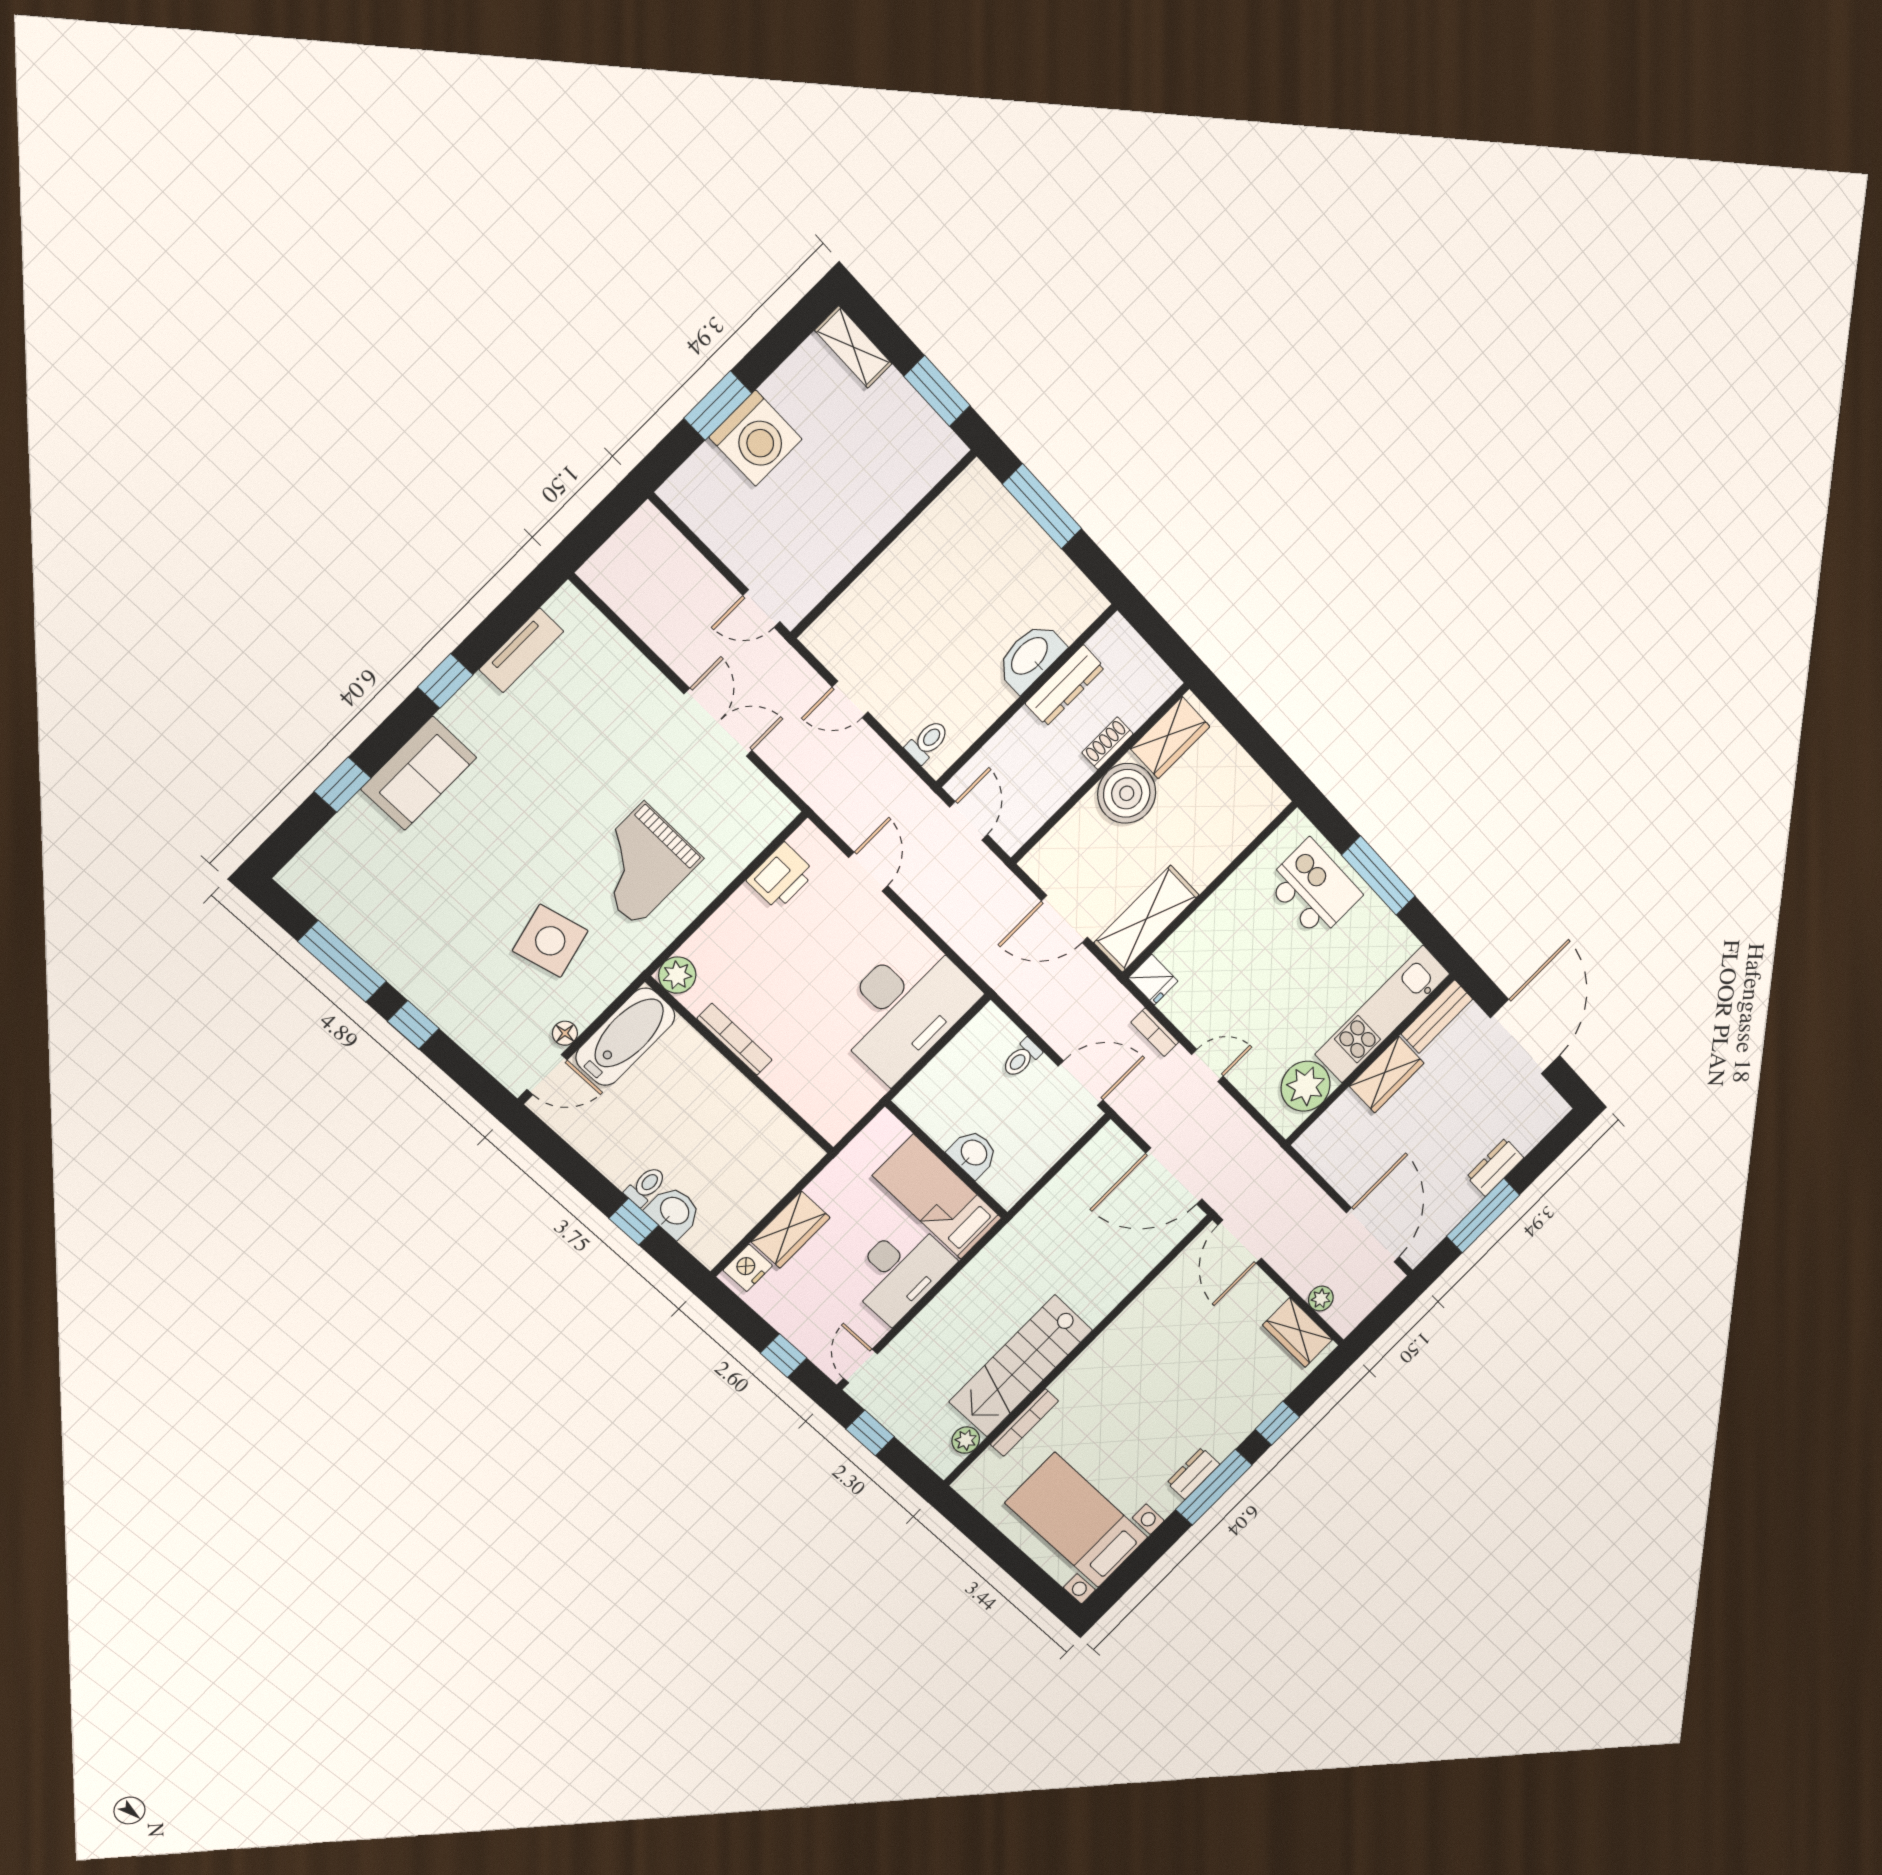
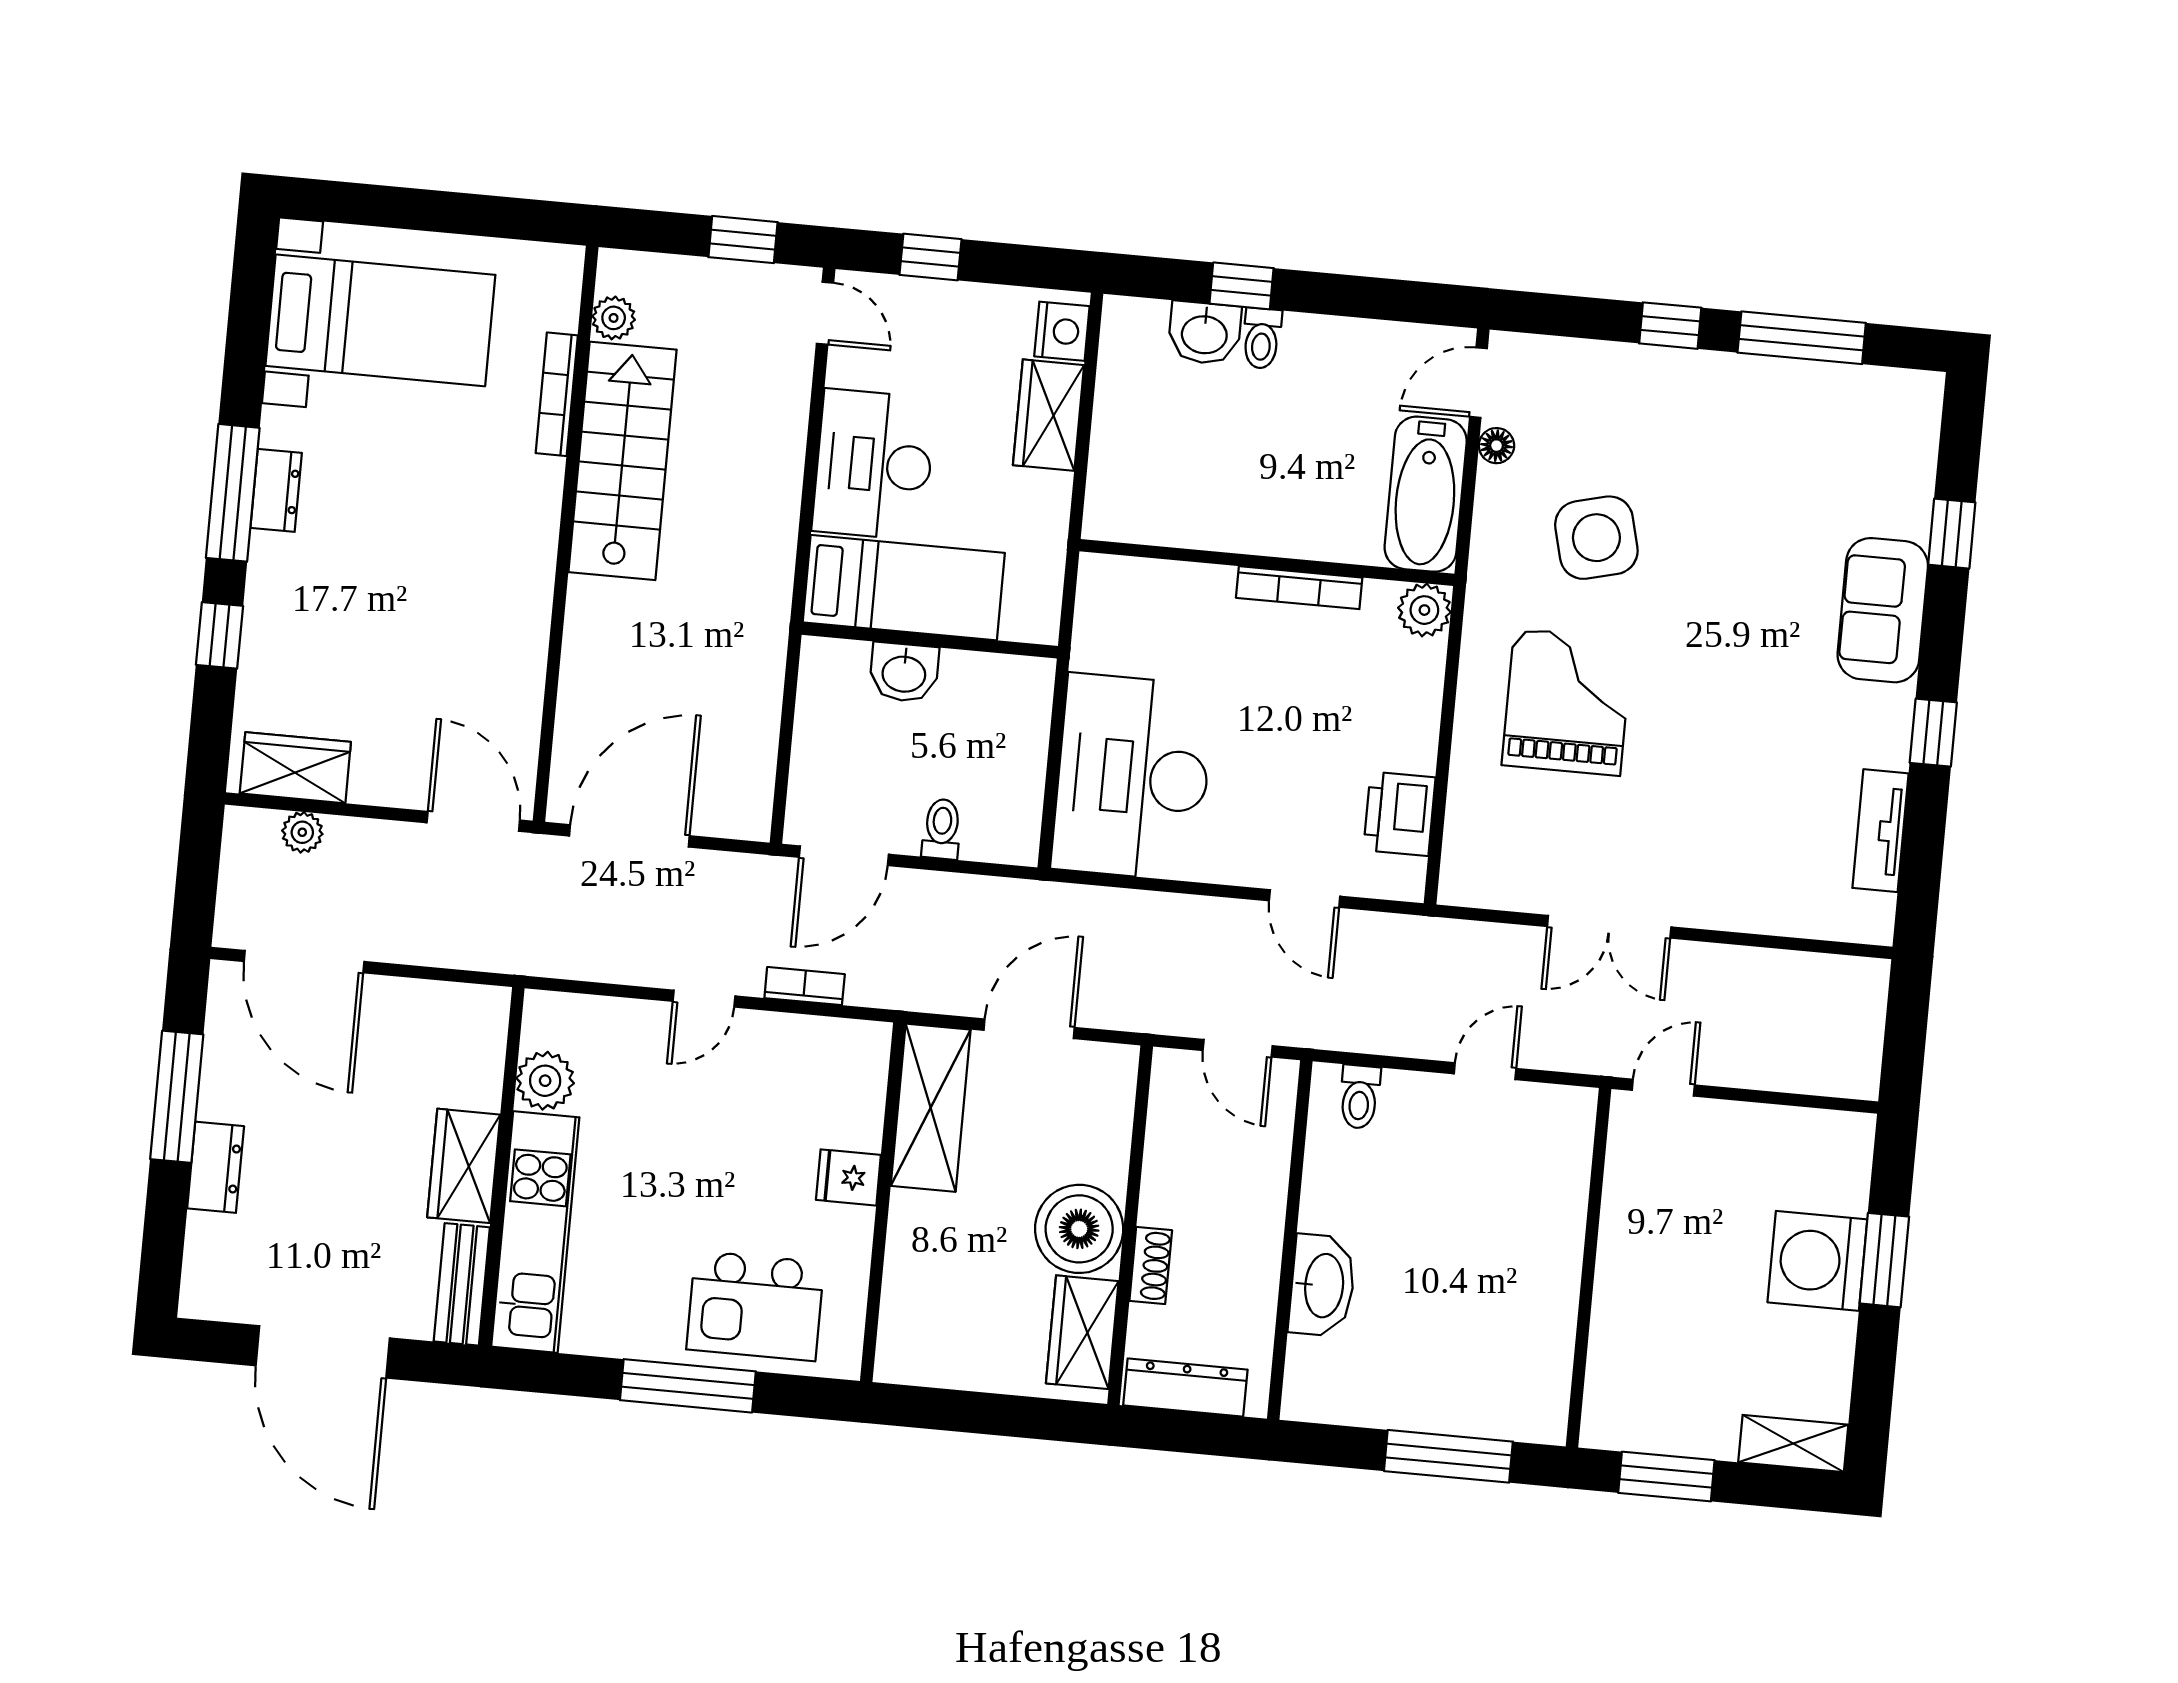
dresser: (1065, 685) -> (1185, 1387), moved, turned 90
fridge: (1153, 980) -> (848, 1177), moved
plant: (1306, 1086) -> (545, 1081), width x0.73, depth x0.73

